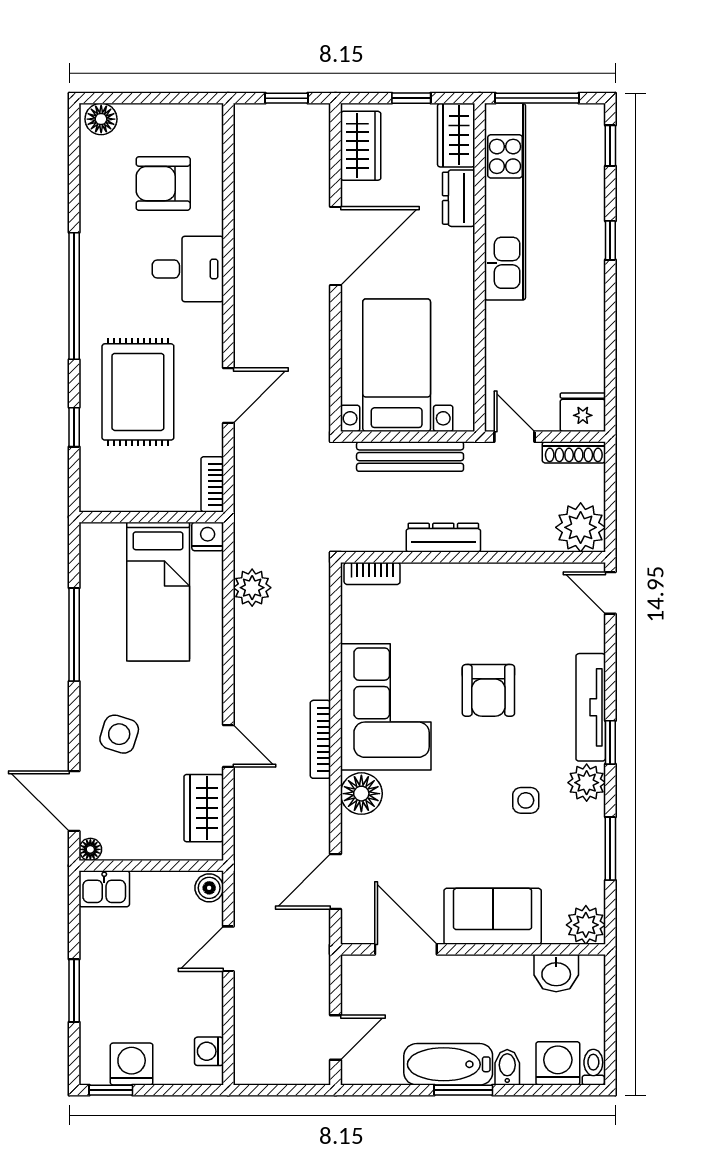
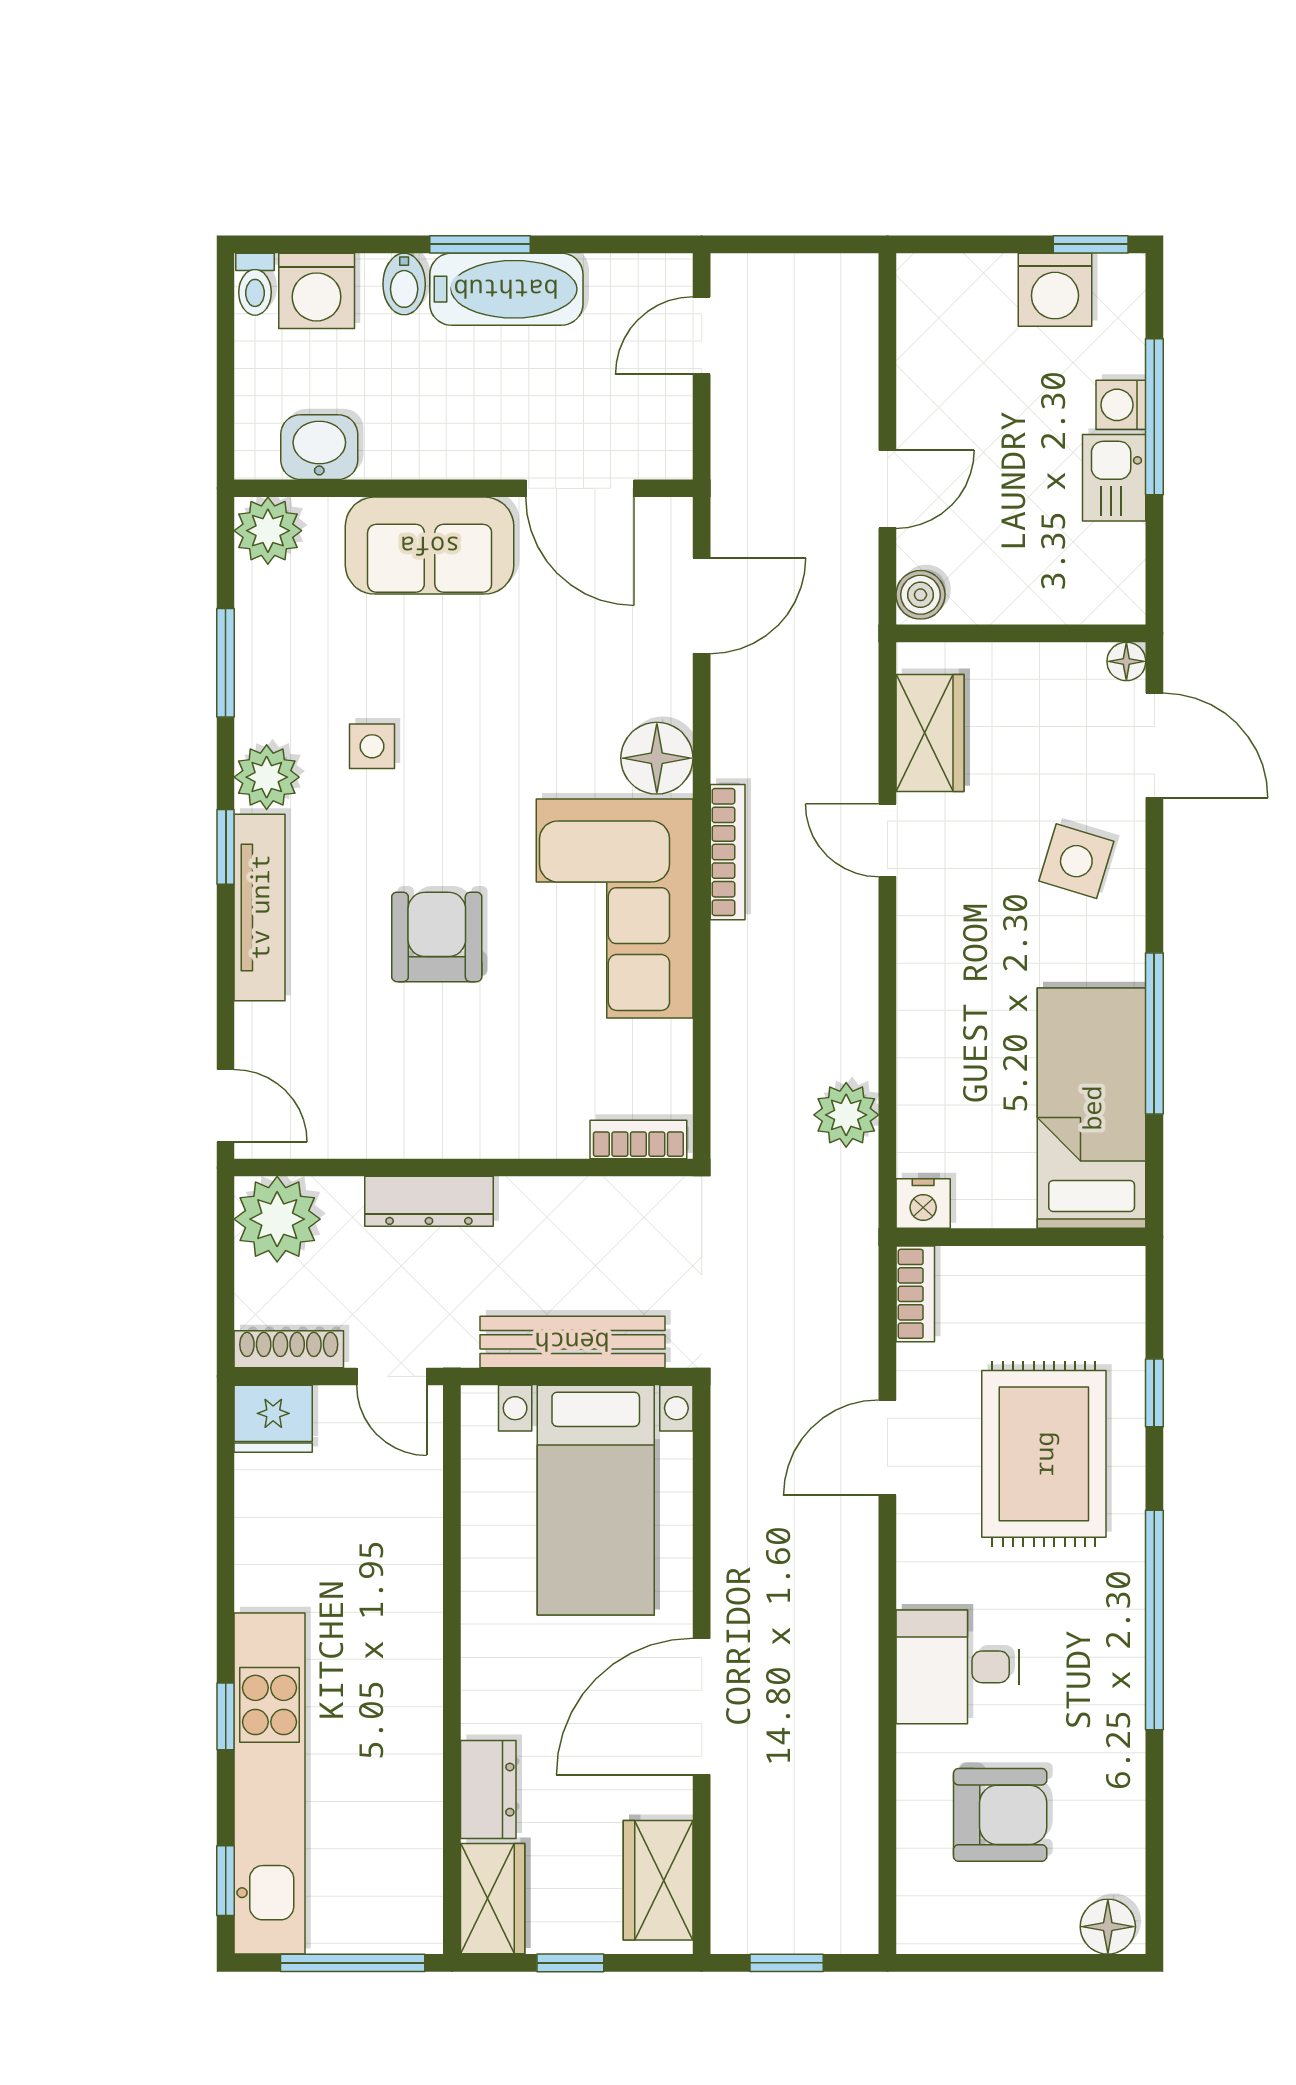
kitchen unit: (505, 202) -> (270, 1783), moved, turned 180
dresser: (443, 538) -> (429, 1201), moved
bed: (158, 592) -> (1092, 1108), moved
kitchen sink: (104, 889) -> (1114, 478), moved, turned -90
window: (74, 991) -> (1154, 417), width x1.44
washing machine: (209, 1051) -> (1121, 405), moved, turned 180

